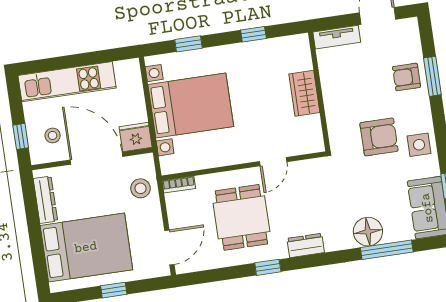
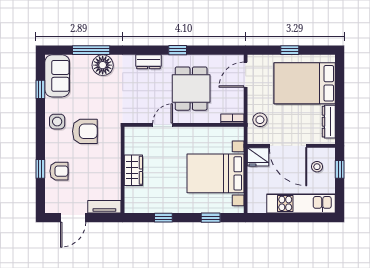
window: (432, 76) -> (40, 169), width x0.67
armchair: (379, 137) -> (85, 131), turned 180

